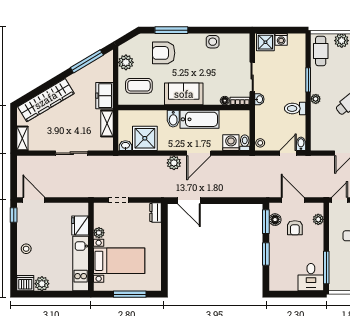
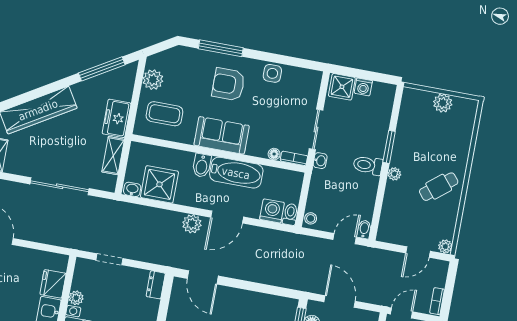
cafe table: (321, 51) -> (413, 112), removed
armchair: (164, 53) -> (228, 84), moved
toilet: (295, 108) -> (368, 165), moved
sliding door: (72, 153) -> (60, 186), width x1.37

